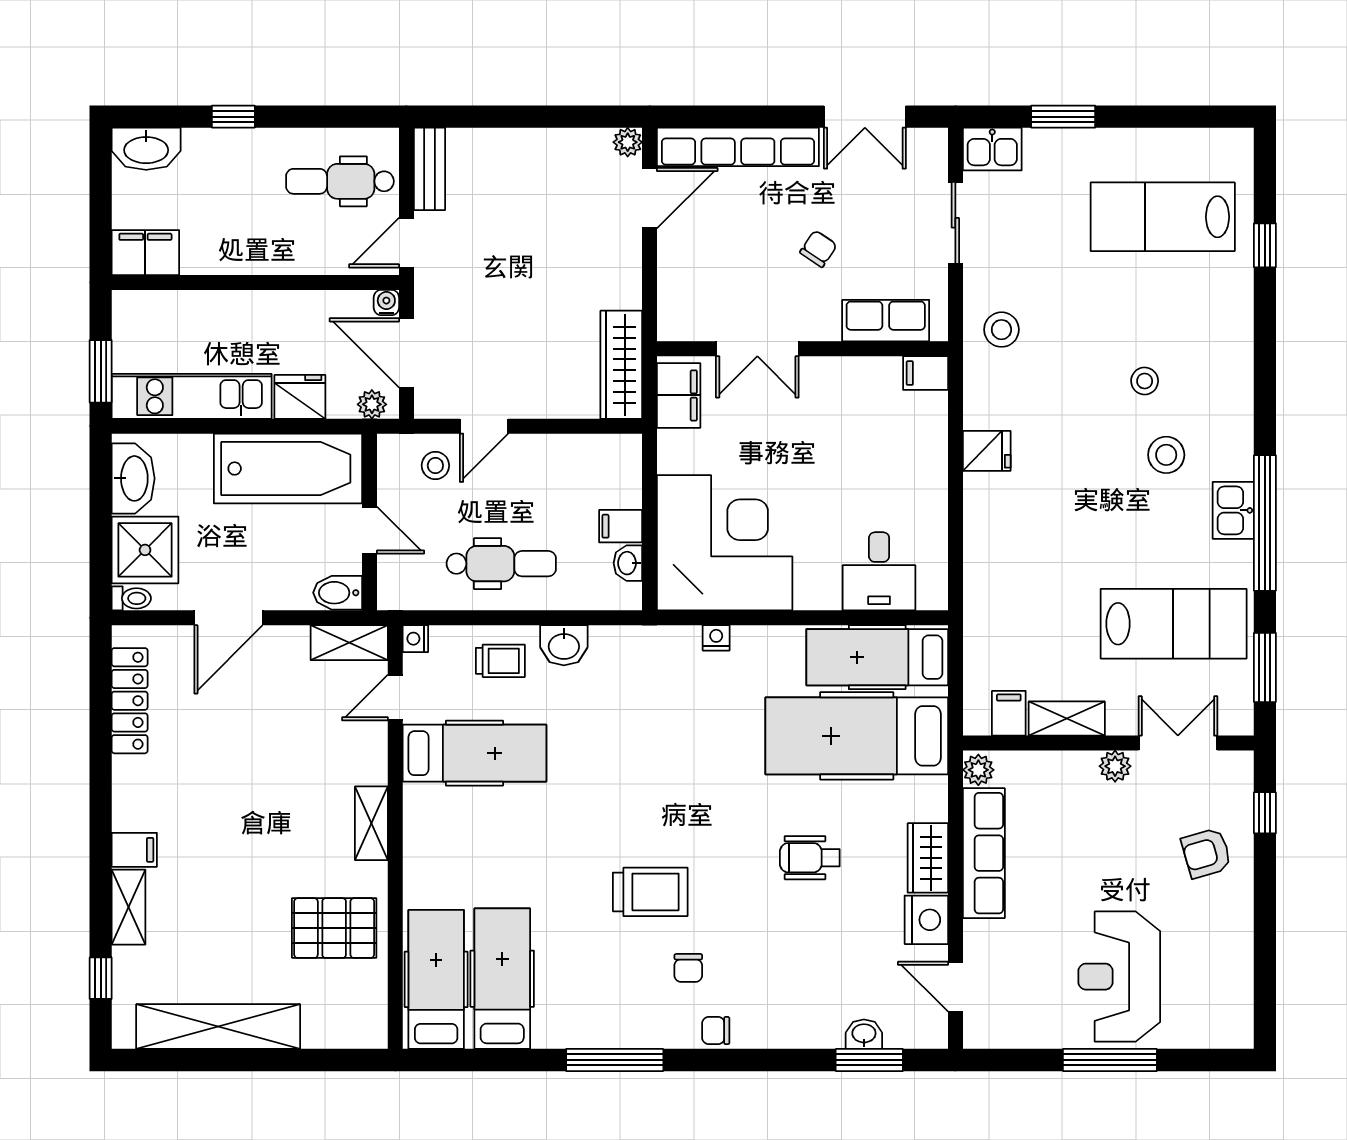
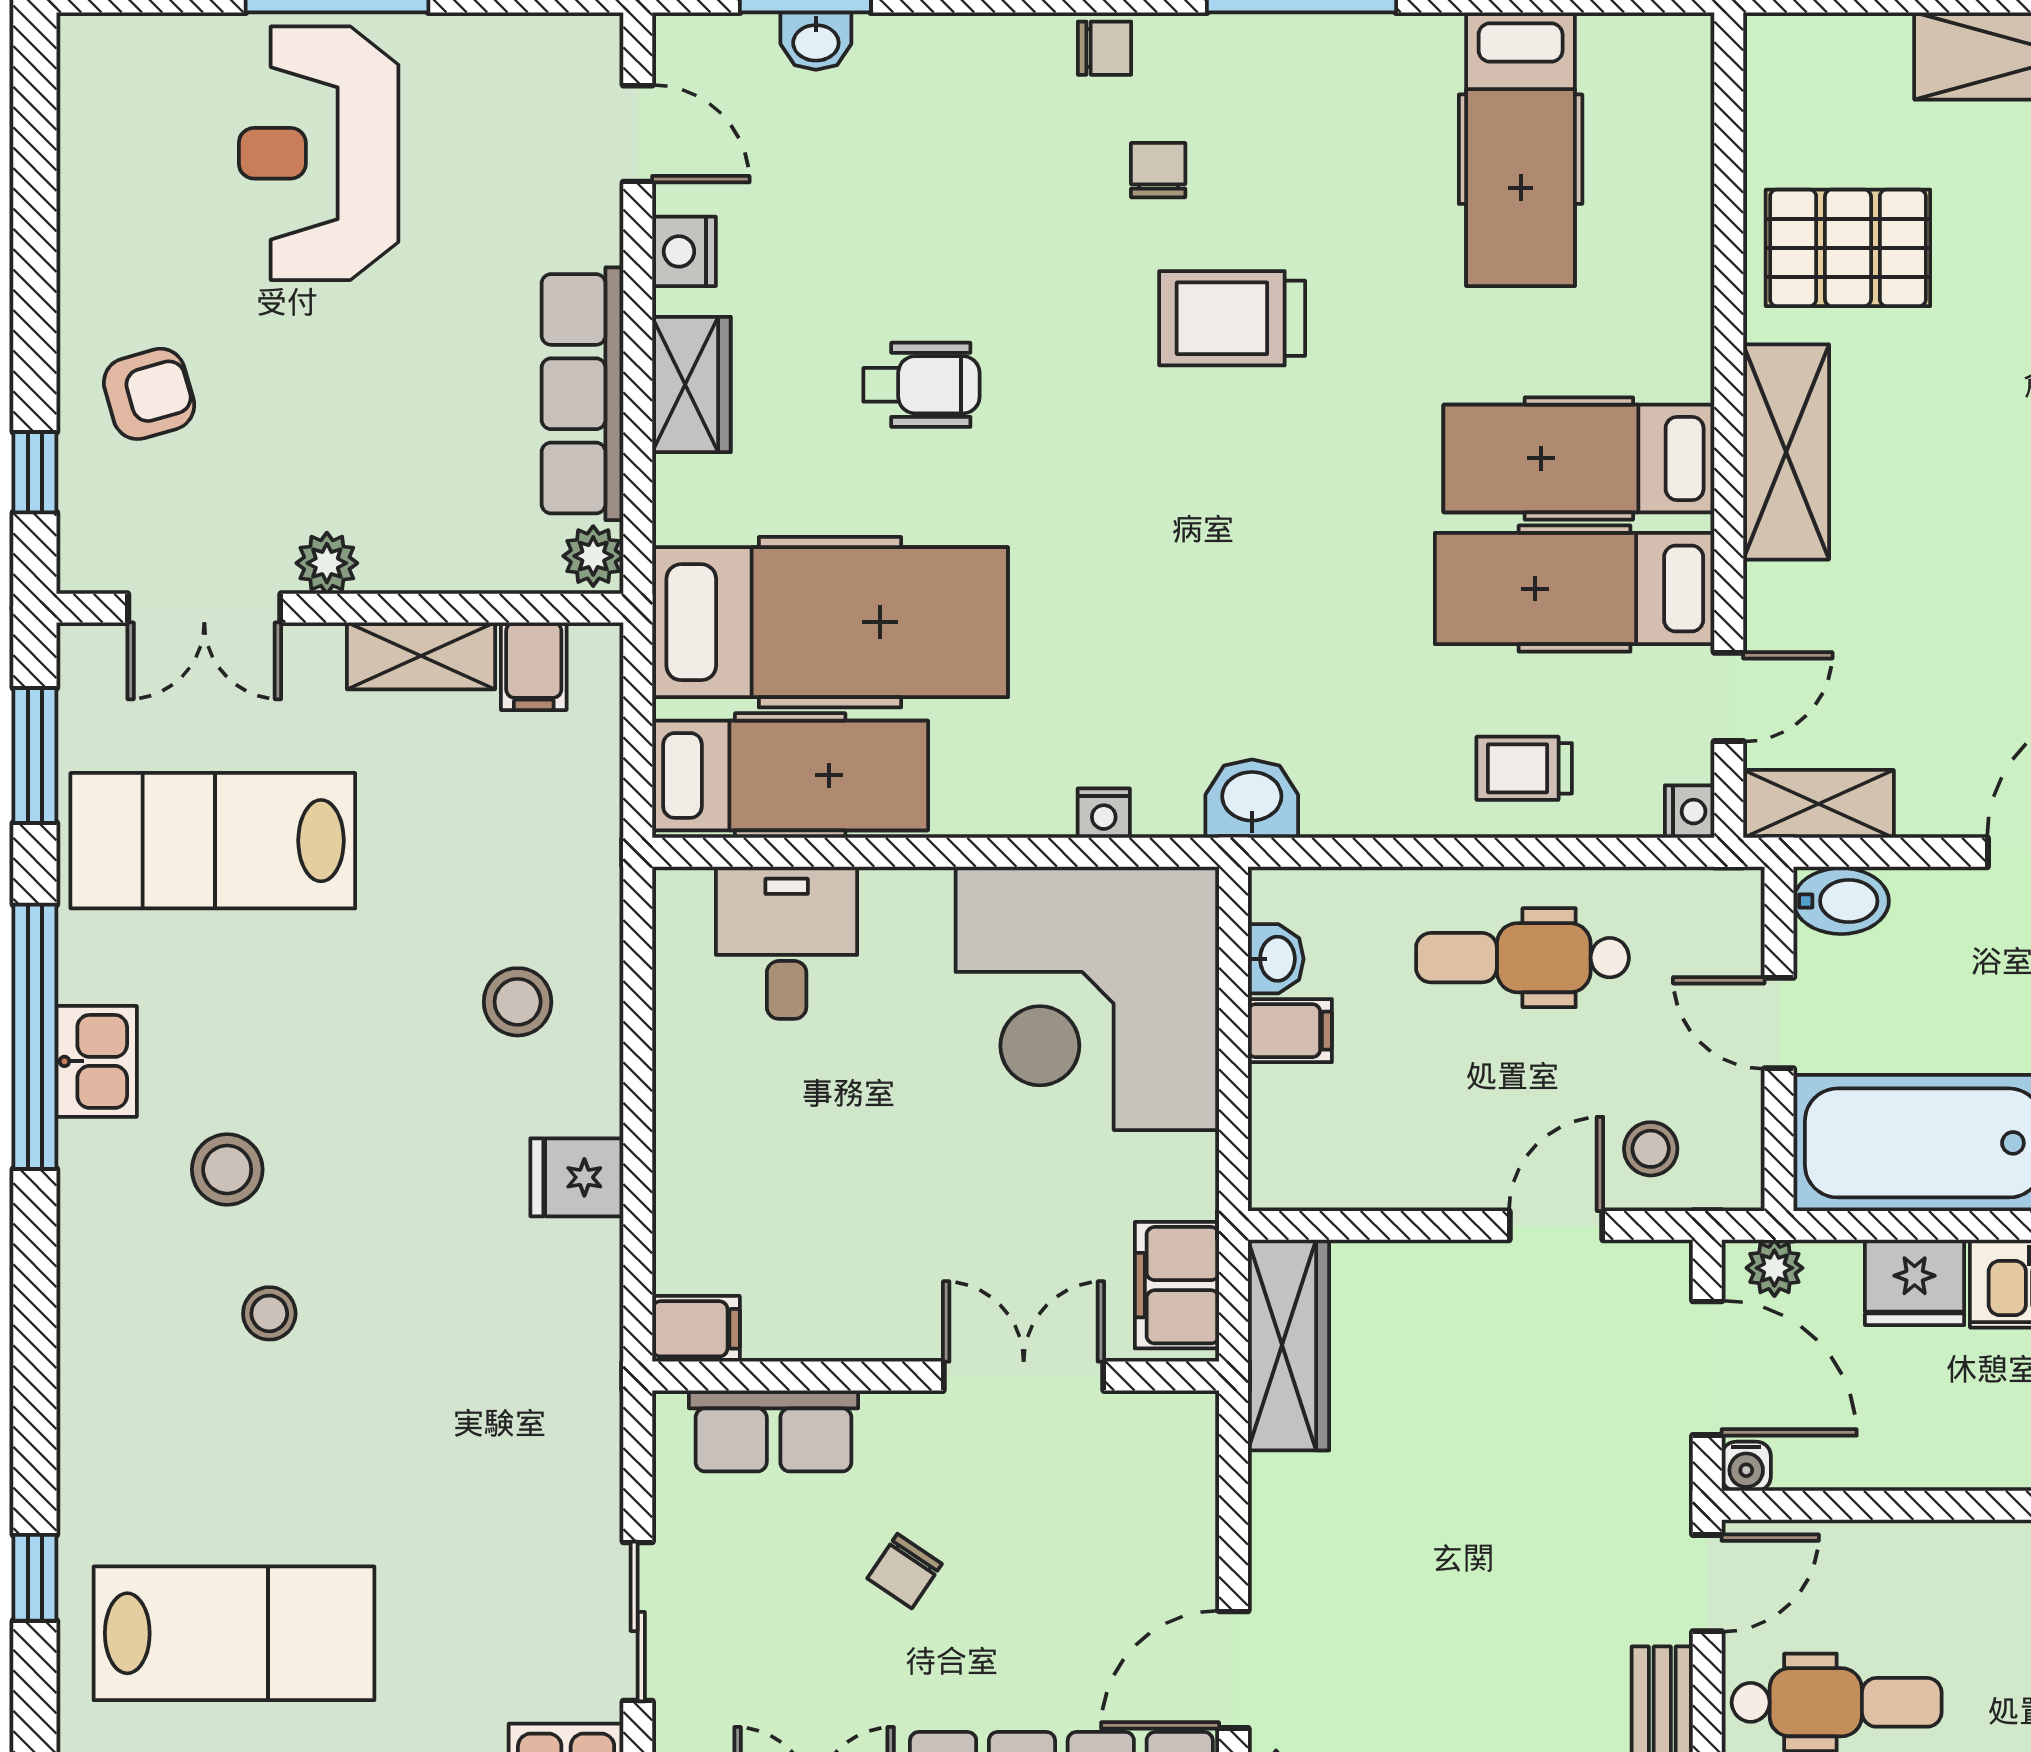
stool: (1001, 330) -> (518, 1002), moved
washbasin: (564, 645) -> (1252, 799), moved
shelving: (371, 823) -> (1786, 452), width x1.50, depth x1.33
nightstand: (926, 920) -> (684, 251), width x0.74, depth x0.75
reception desk: (1119, 977) -> (319, 153), turned 180
hospital bed: (436, 979) -> (1579, 458), moved, turned 90

